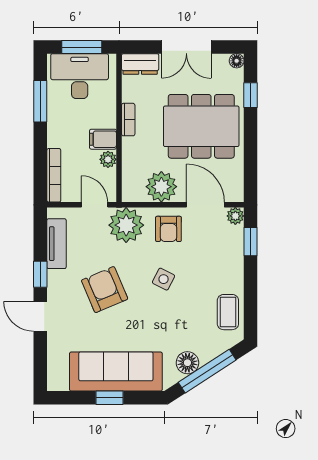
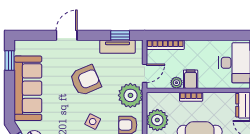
window: (40, 101) -> (217, 35), removed
bookcase: (128, 120) -> (191, 97), moved
window: (40, 274) -> (120, 35), moved
window: (109, 398) -> (10, 61), moved

